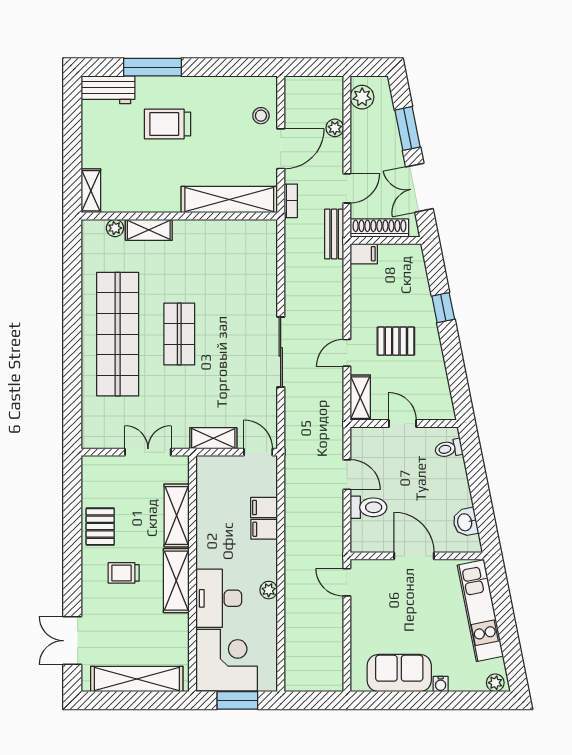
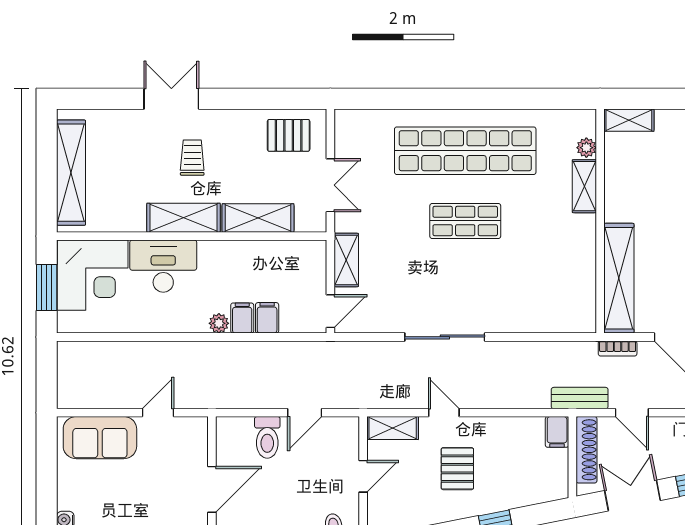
pallet: (100, 527) -> (289, 135), moved
door: (347, 582) -> (158, 413), moved
plant: (269, 590) -> (219, 323), moved
double door: (72, 641) -> (171, 99), moved
sofa: (399, 673) -> (100, 438), moved, turned 90

